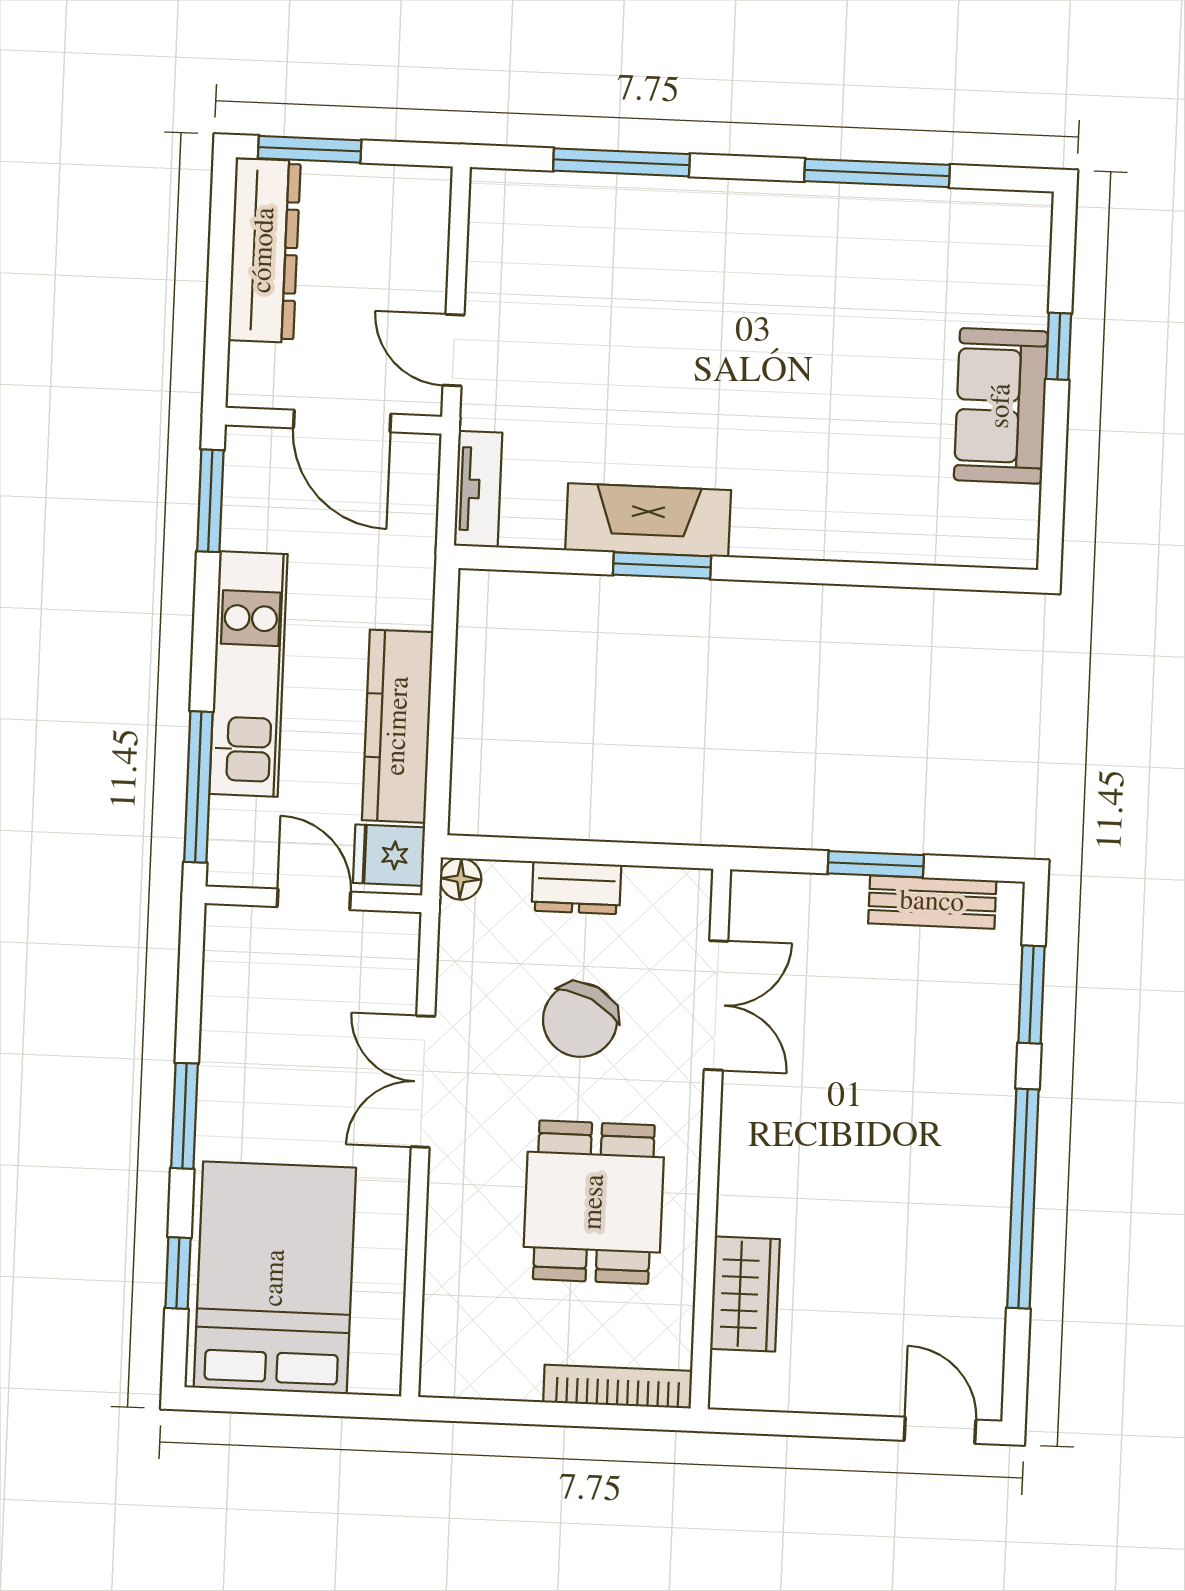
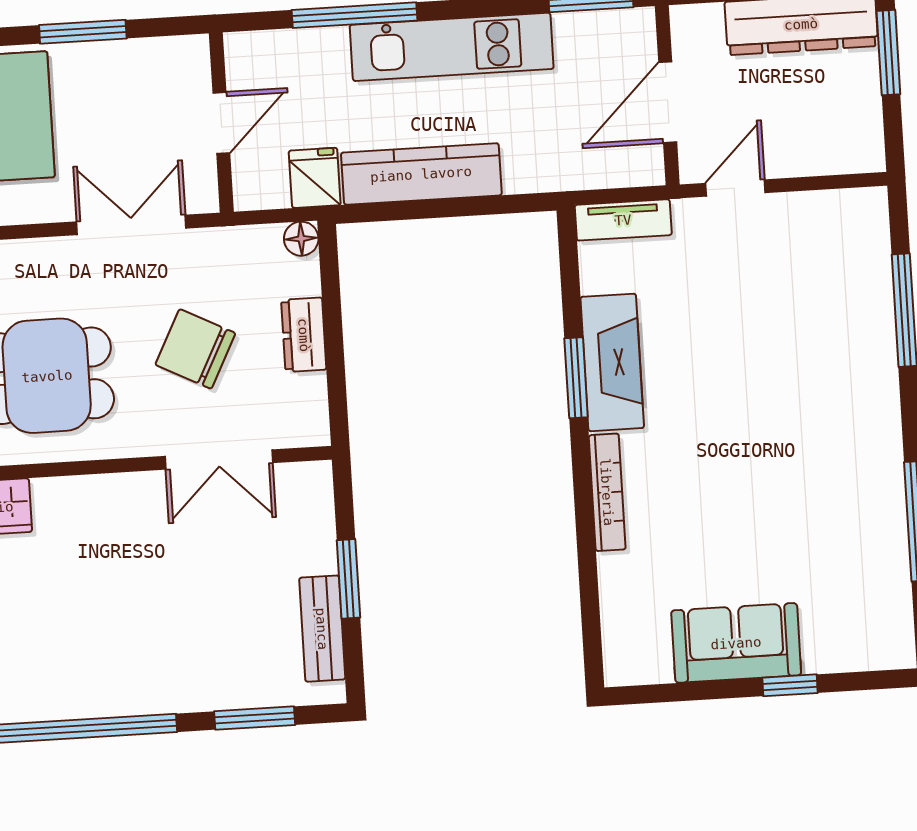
bookcase: (804, 542) -> (607, 492), added
wall: (313, 899) -> (221, 123), moved
door: (314, 899) -> (221, 123), moved

